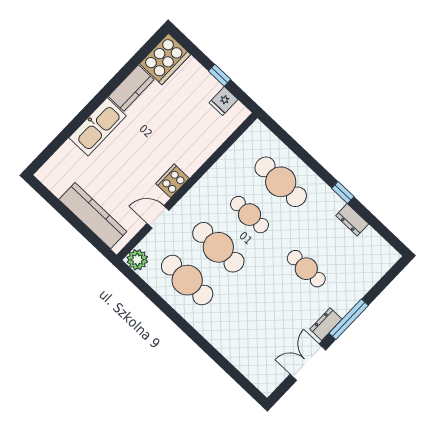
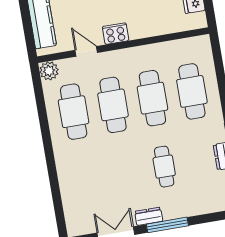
cafe table: (250, 215) -> (152, 98), width x1.37, depth x1.35

